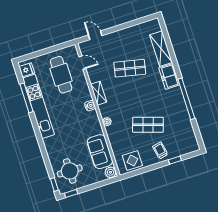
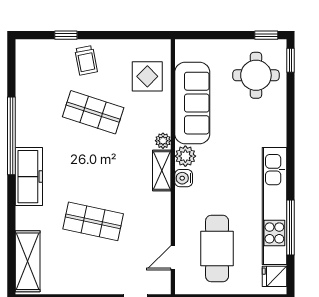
shelving: (161, 49) -> (28, 261), moved
door: (82, 63) -> (173, 258), hinge flipped
freezer: (169, 76) -> (29, 177), width x1.40
shelving: (99, 93) -> (162, 171), moved
sofa: (100, 152) -> (192, 103), width x1.36
display table: (132, 161) -> (147, 76), moved
plant: (110, 172) -> (185, 156), moved

